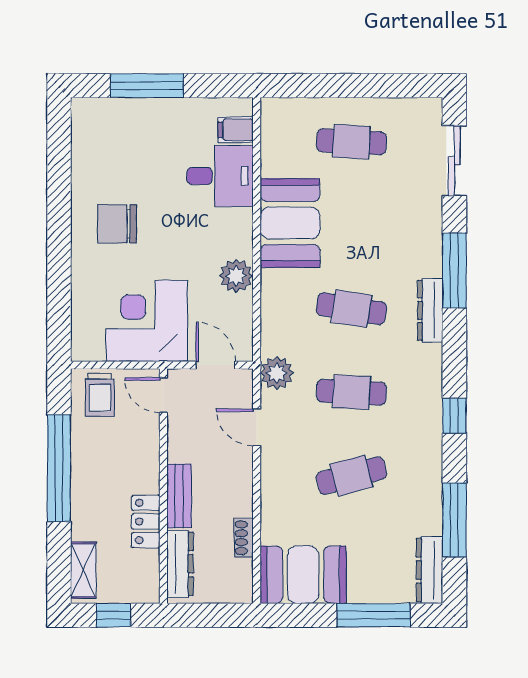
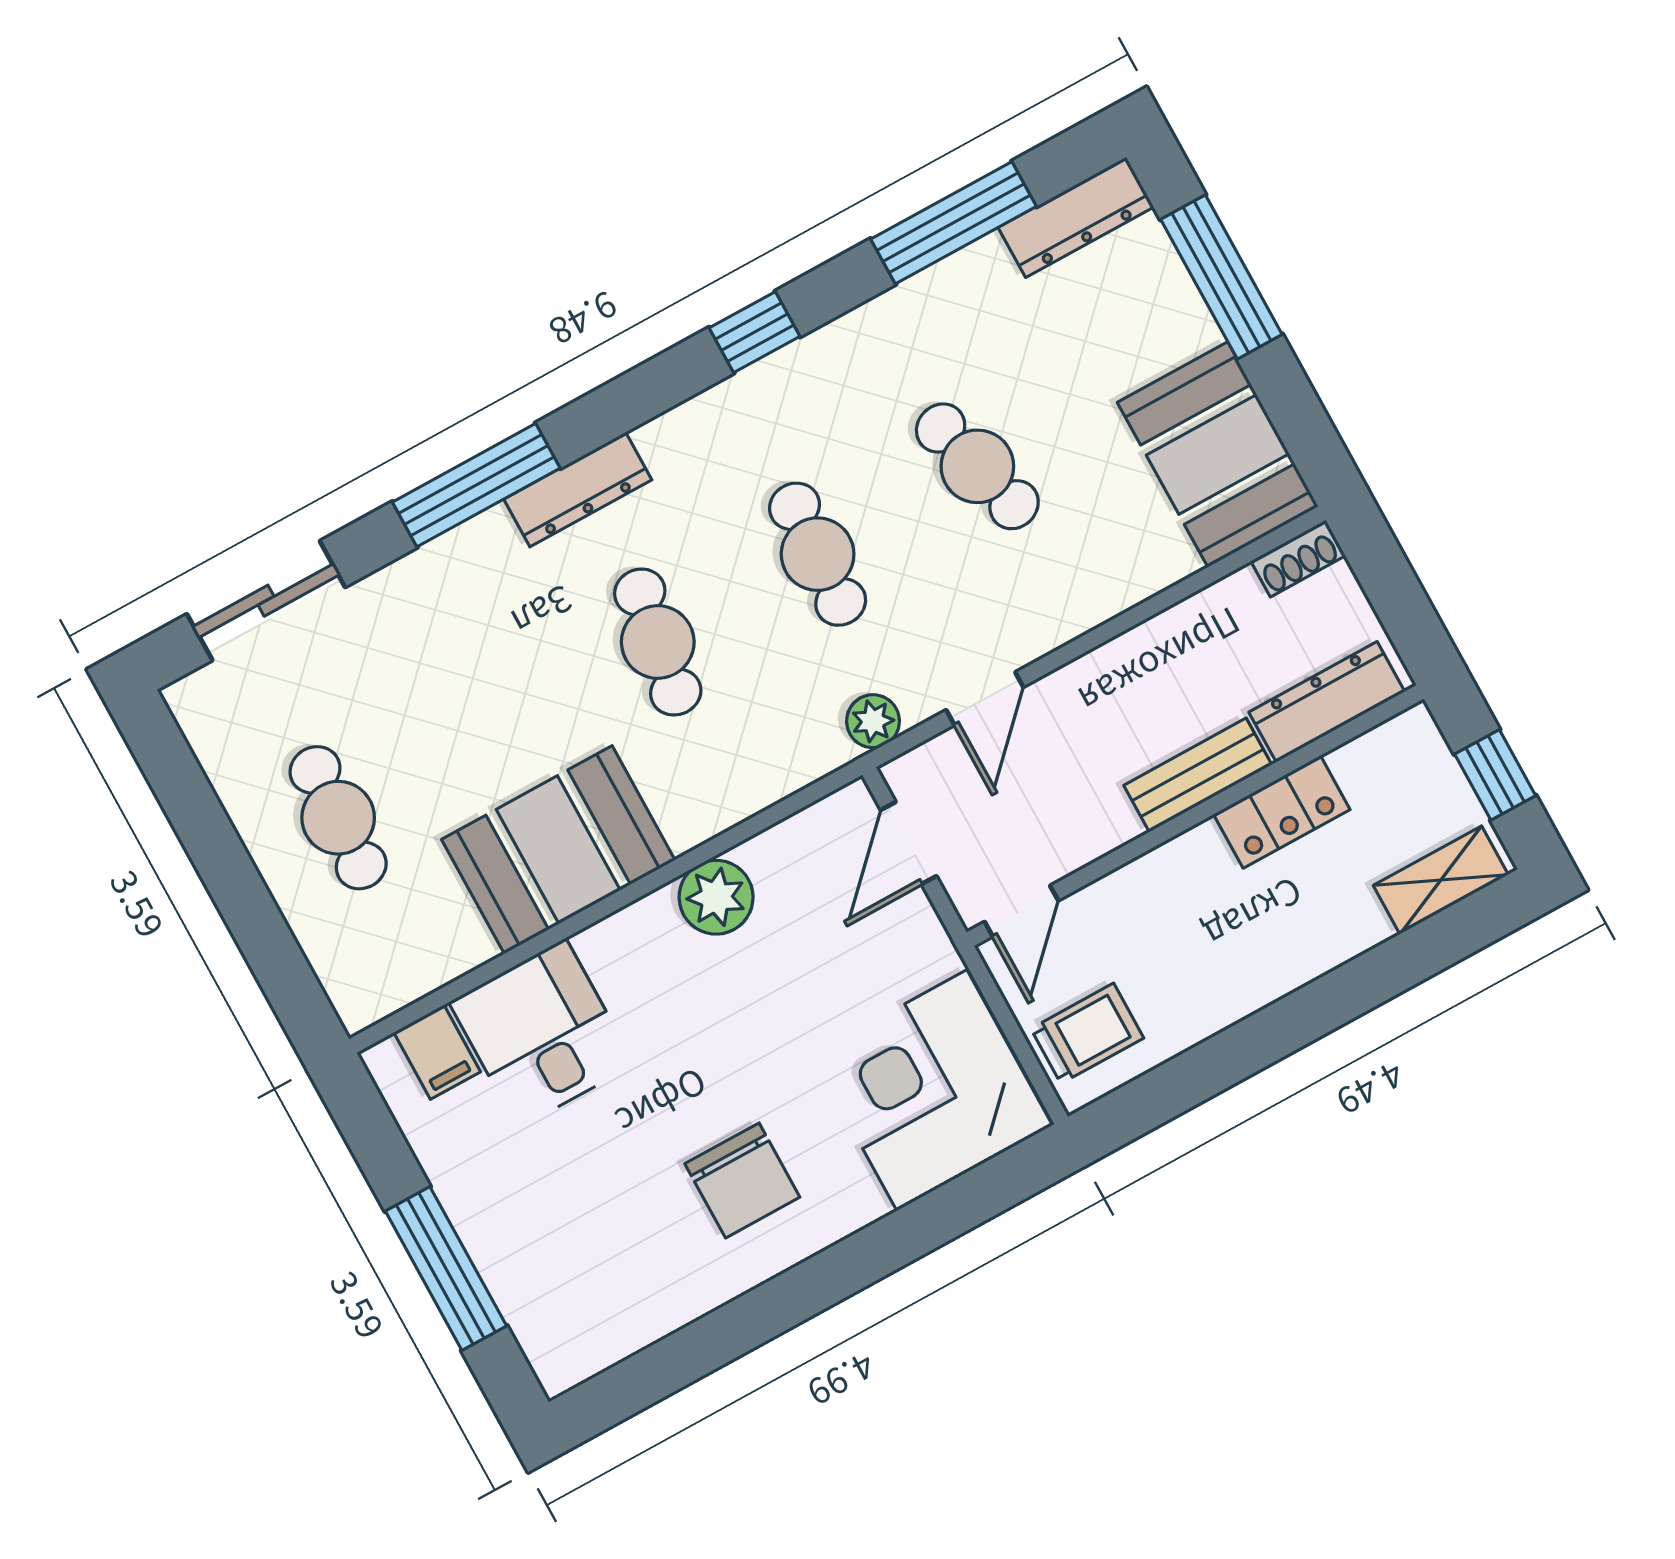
corner desk: (147, 321) -> (932, 1090), moved, turned 90
plant: (277, 373) -> (873, 721), width x0.73, depth x0.73
window: (59, 468) -> (1271, 1034), removed
shoe rack: (244, 538) -> (1298, 559), moved

